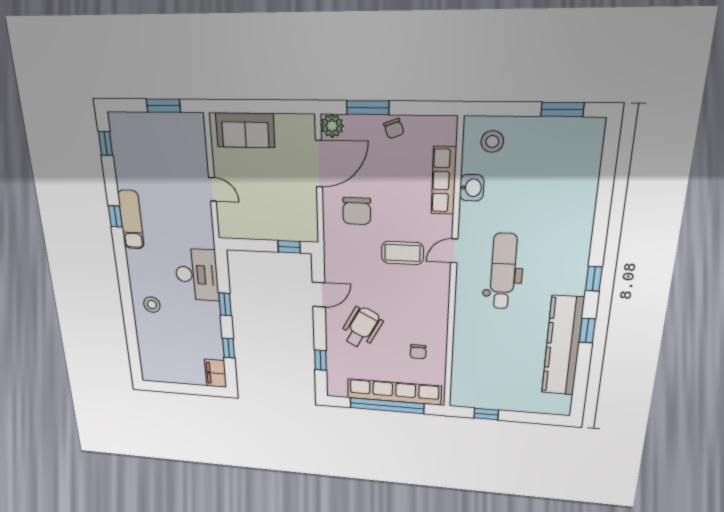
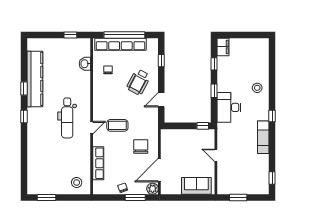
washbasin: (472, 188) -> (85, 64), moved
window: (115, 216) -> (272, 116), moved
window: (289, 247) -> (203, 126), moved

